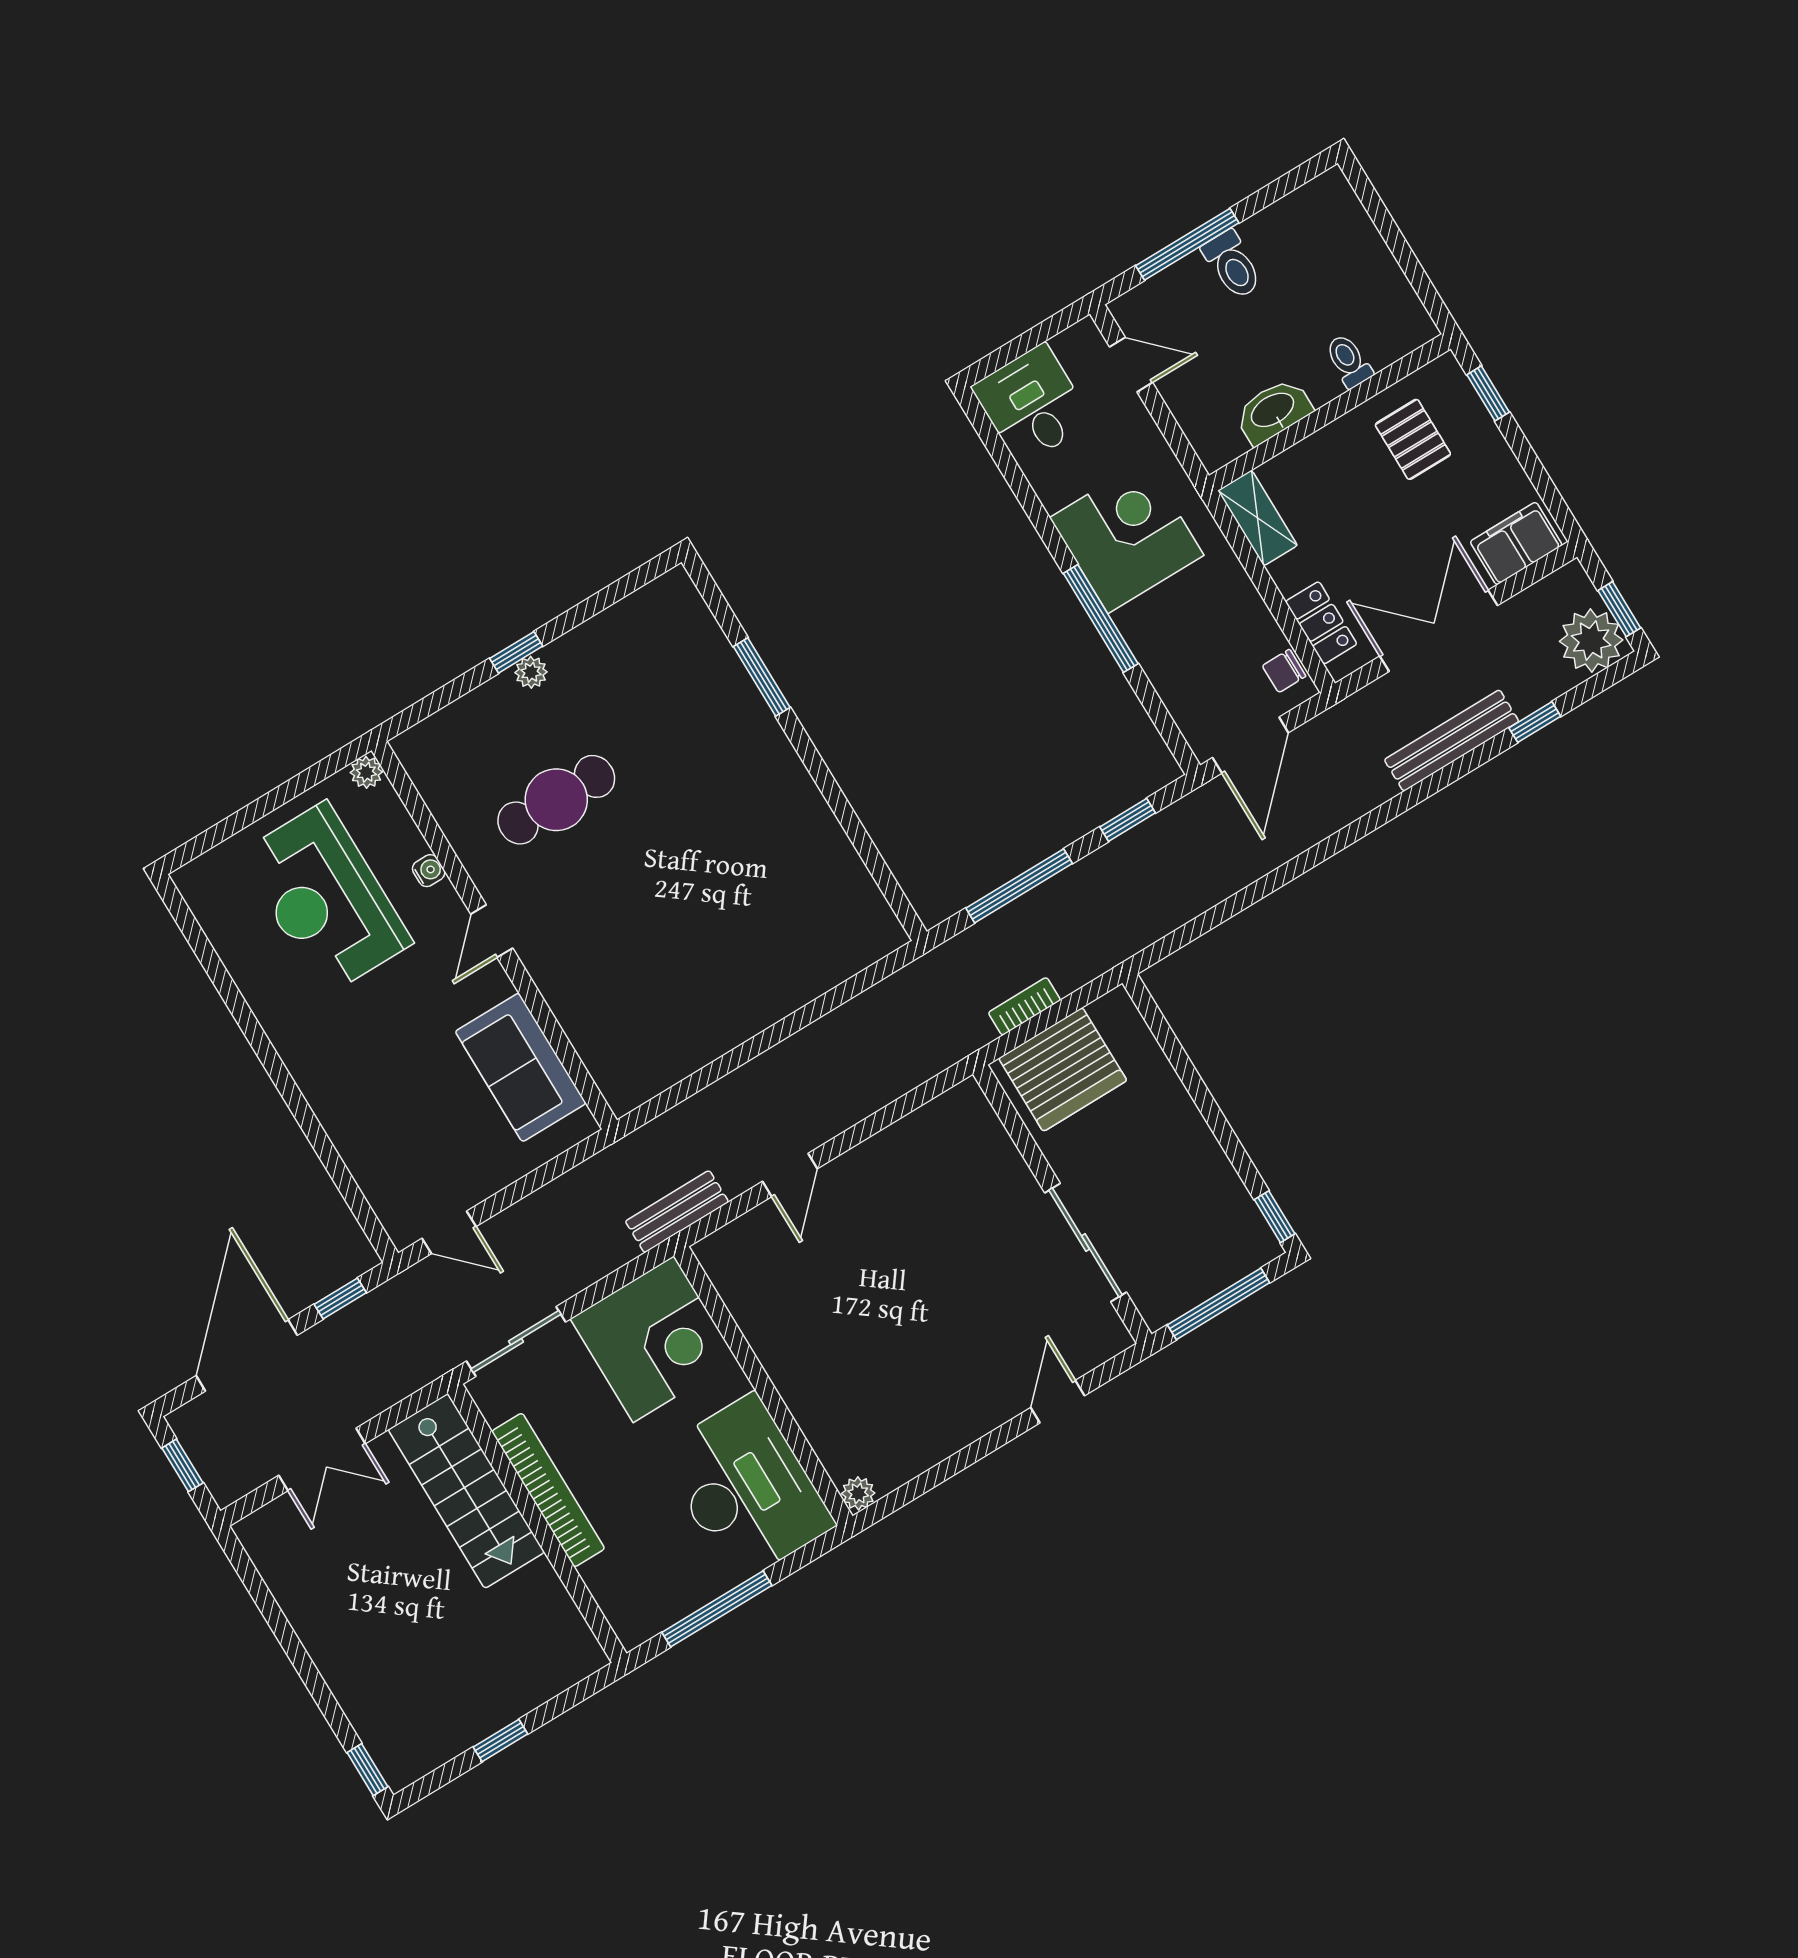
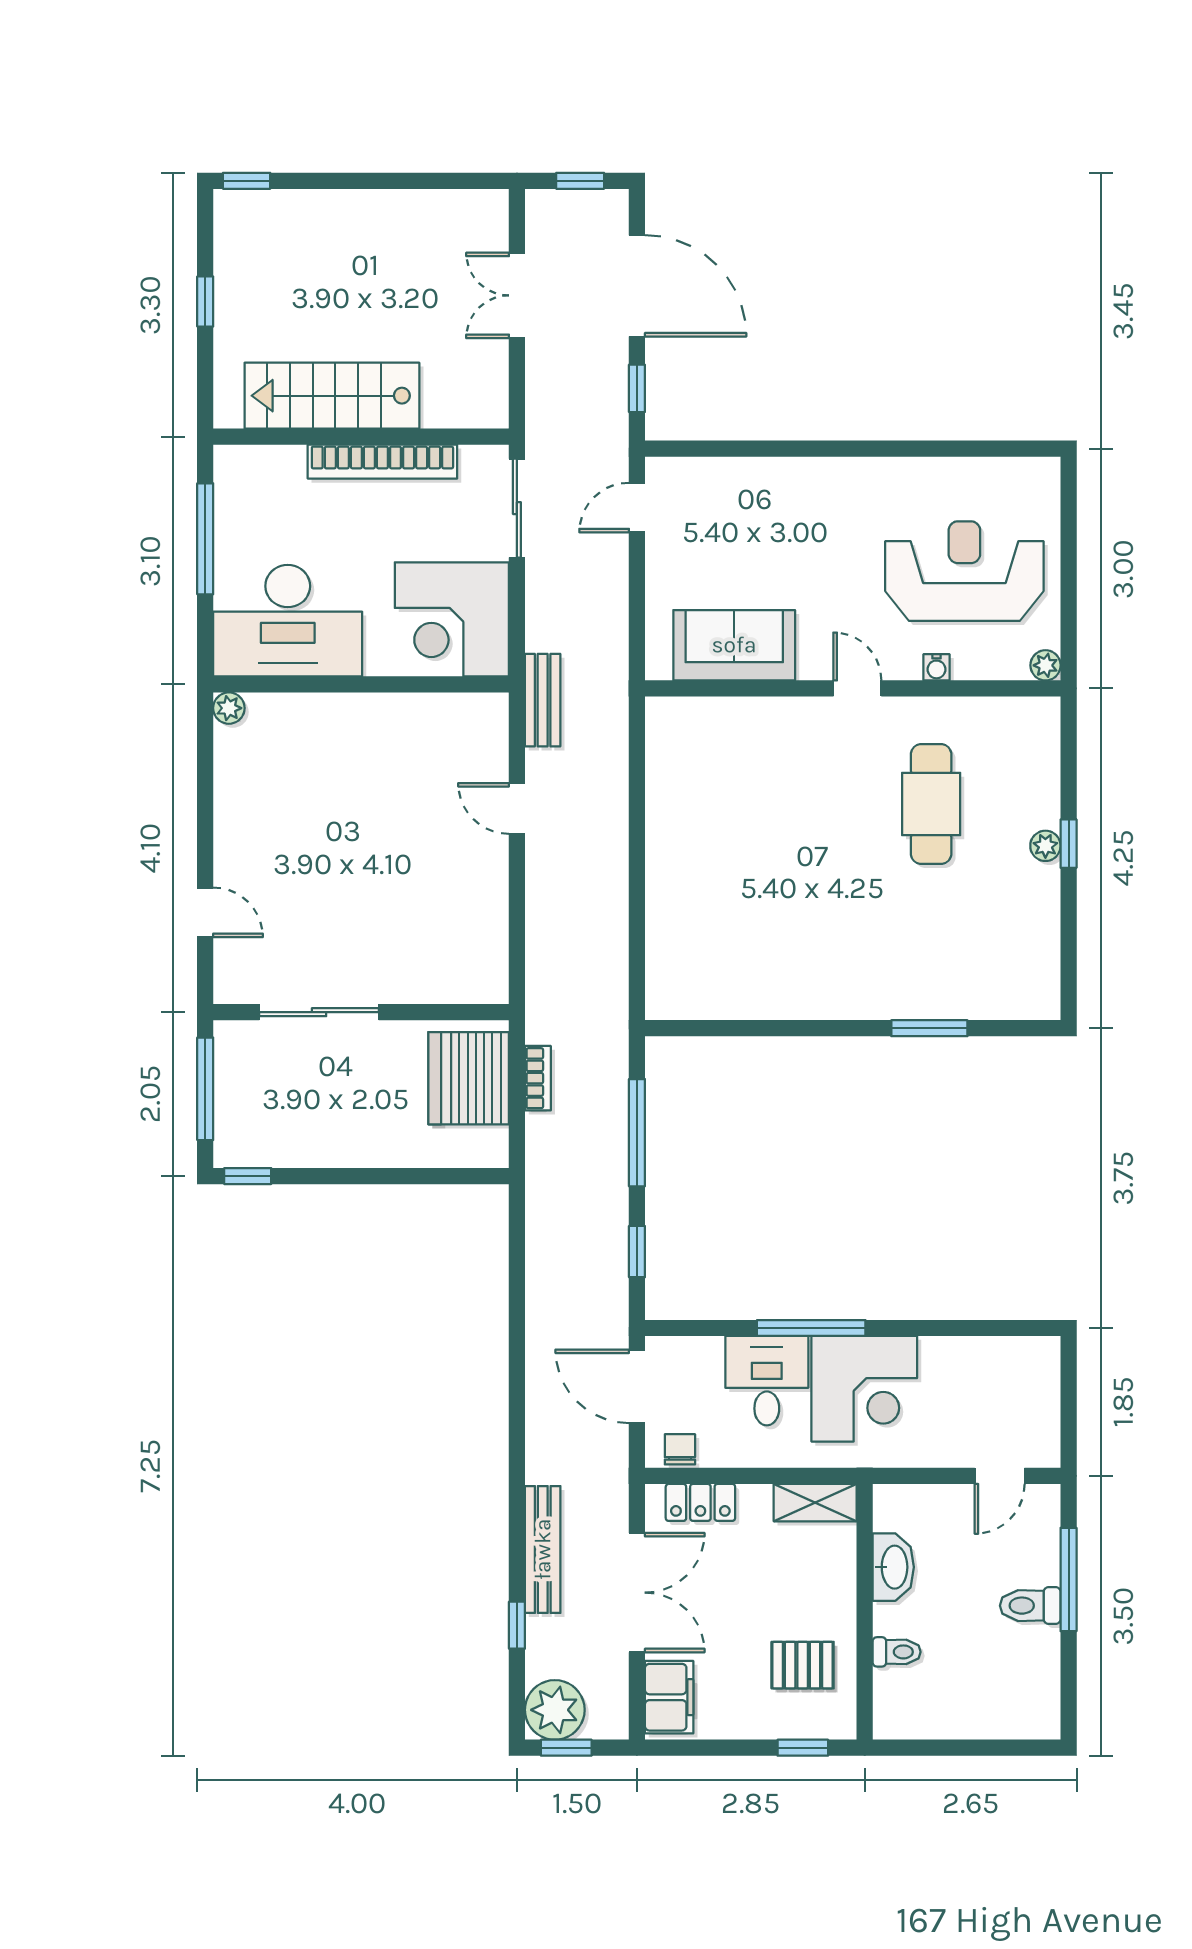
desk: (1032, 404) -> (767, 1381), moved, turned -90
stairs: (466, 1491) -> (332, 396), moved

